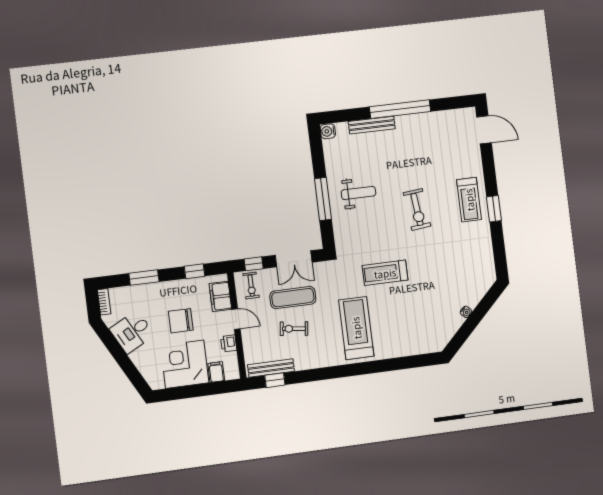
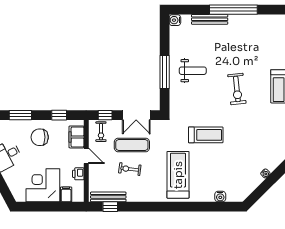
treadmill: (385, 273) -> (206, 135), turned 180
chair: (181, 321) -> (40, 137), moved
water cooler: (413, 349) -> (220, 197), added

